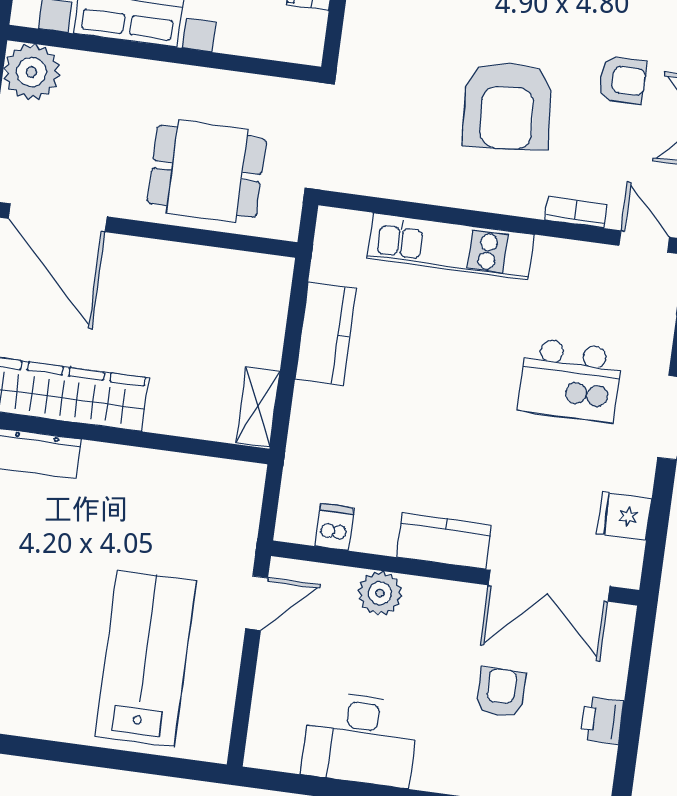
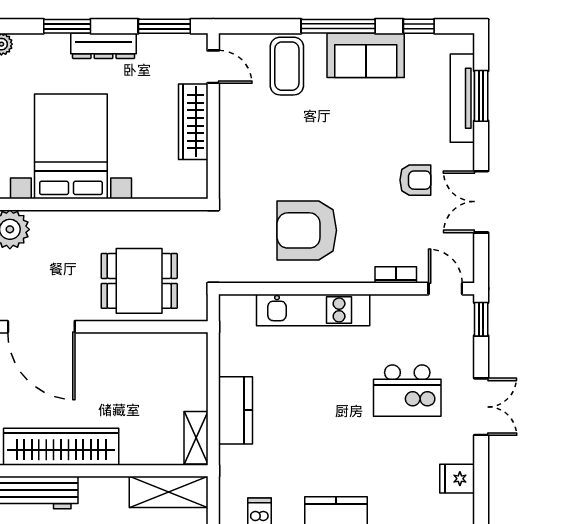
armchair: (507, 106) -> (307, 230), moved, turned 95
kitchen counter: (326, 334) -> (236, 410), moved
shelving: (208, 479) -> (169, 492), added

